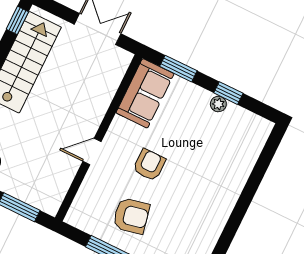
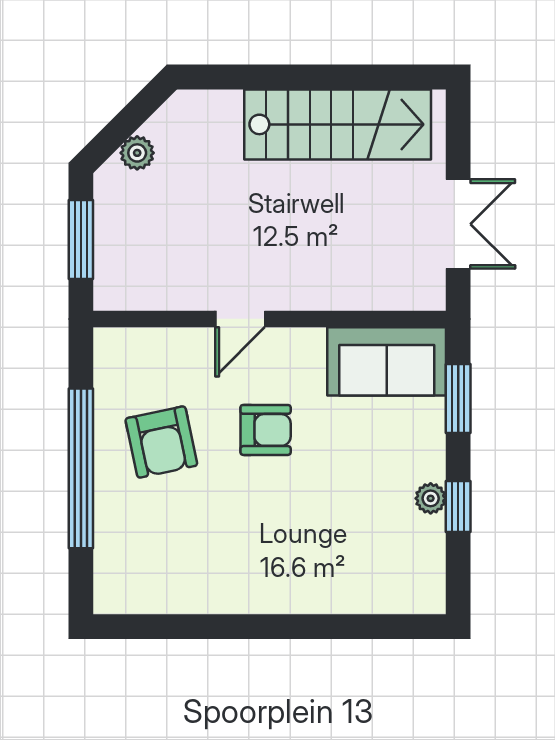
window: (17, 20) -> (405, 77), removed
door: (92, 152) -> (240, 319), swing flipped

